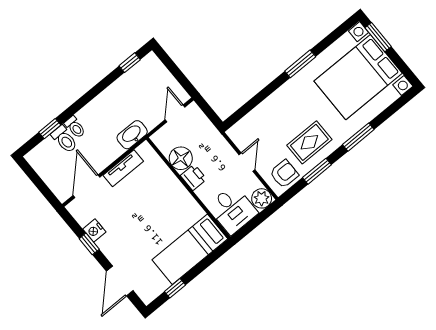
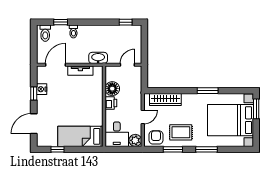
wardrobe: (257, 118) -> (165, 100), added
toilet: (64, 139) -> (45, 33), moved
armchair: (284, 174) -> (156, 137), turned -90

